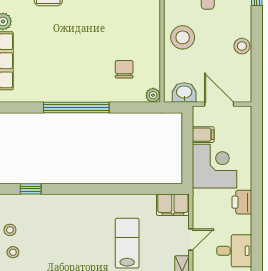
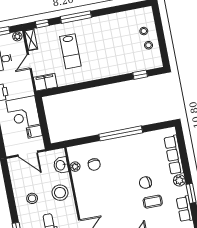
chair: (54, 28) -> (145, 183), added
stool: (242, 46) -> (32, 198), moved
washbasin: (184, 93) -> (61, 165), moved, turned 90
plant: (153, 95) -> (75, 167), moved

